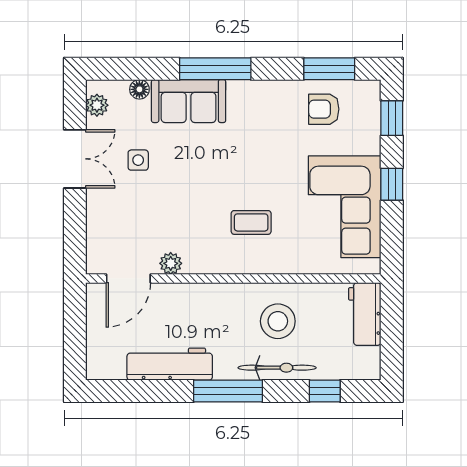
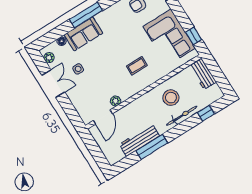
window: (392, 184) -> (194, 36), moved
window: (228, 391) -> (152, 147), moved

